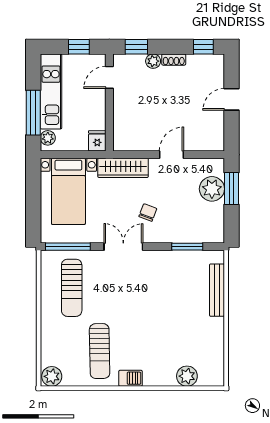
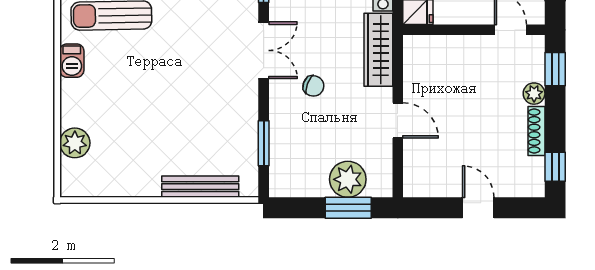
shoe rack: (174, 60) -> (536, 131), width x1.43

